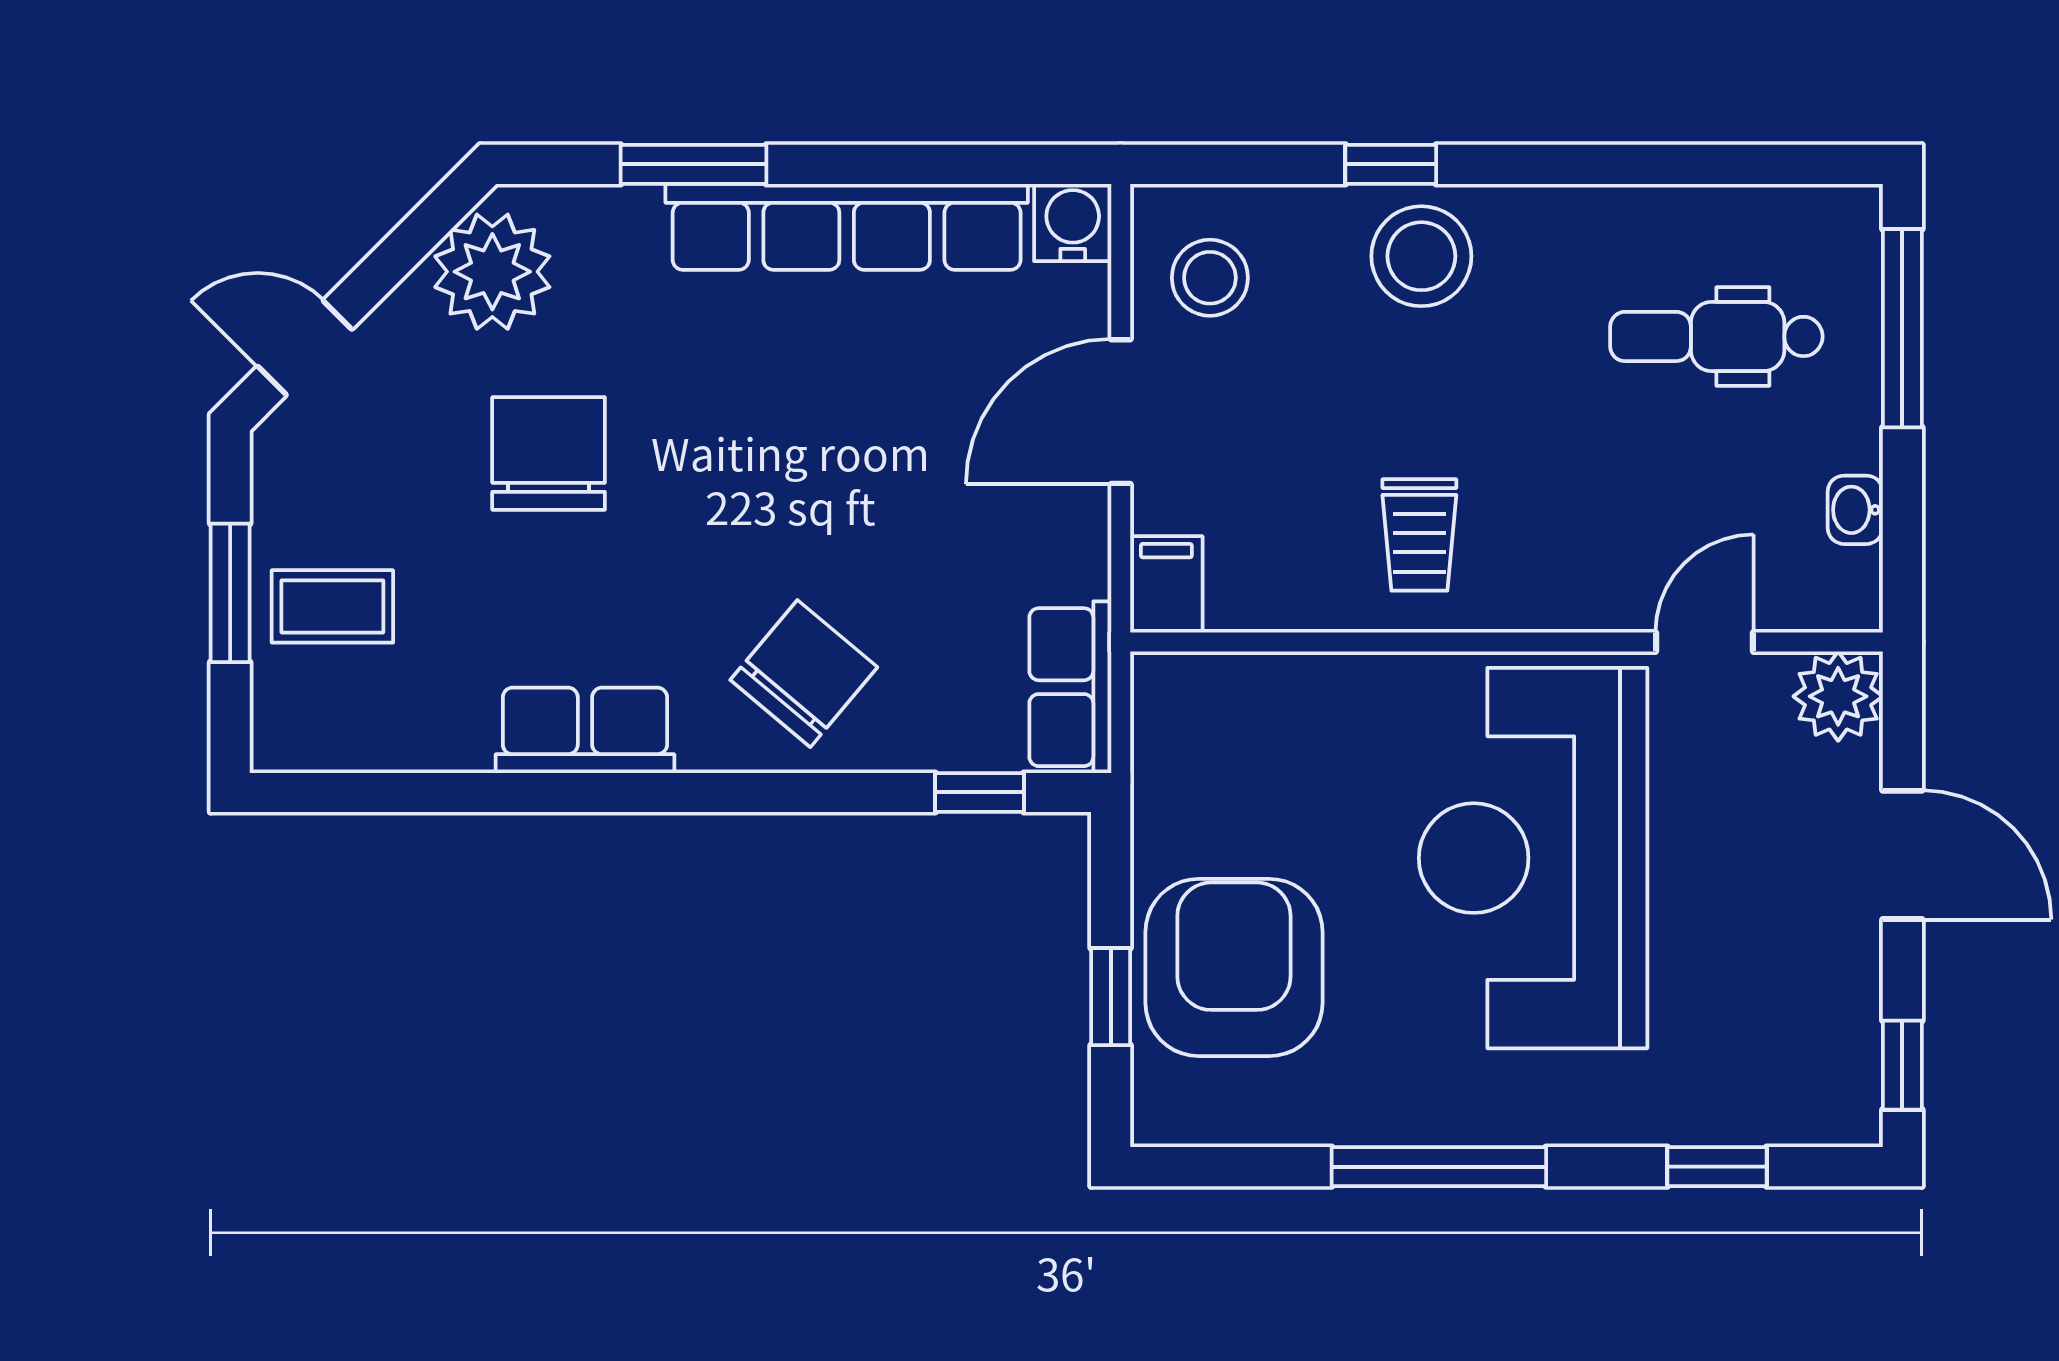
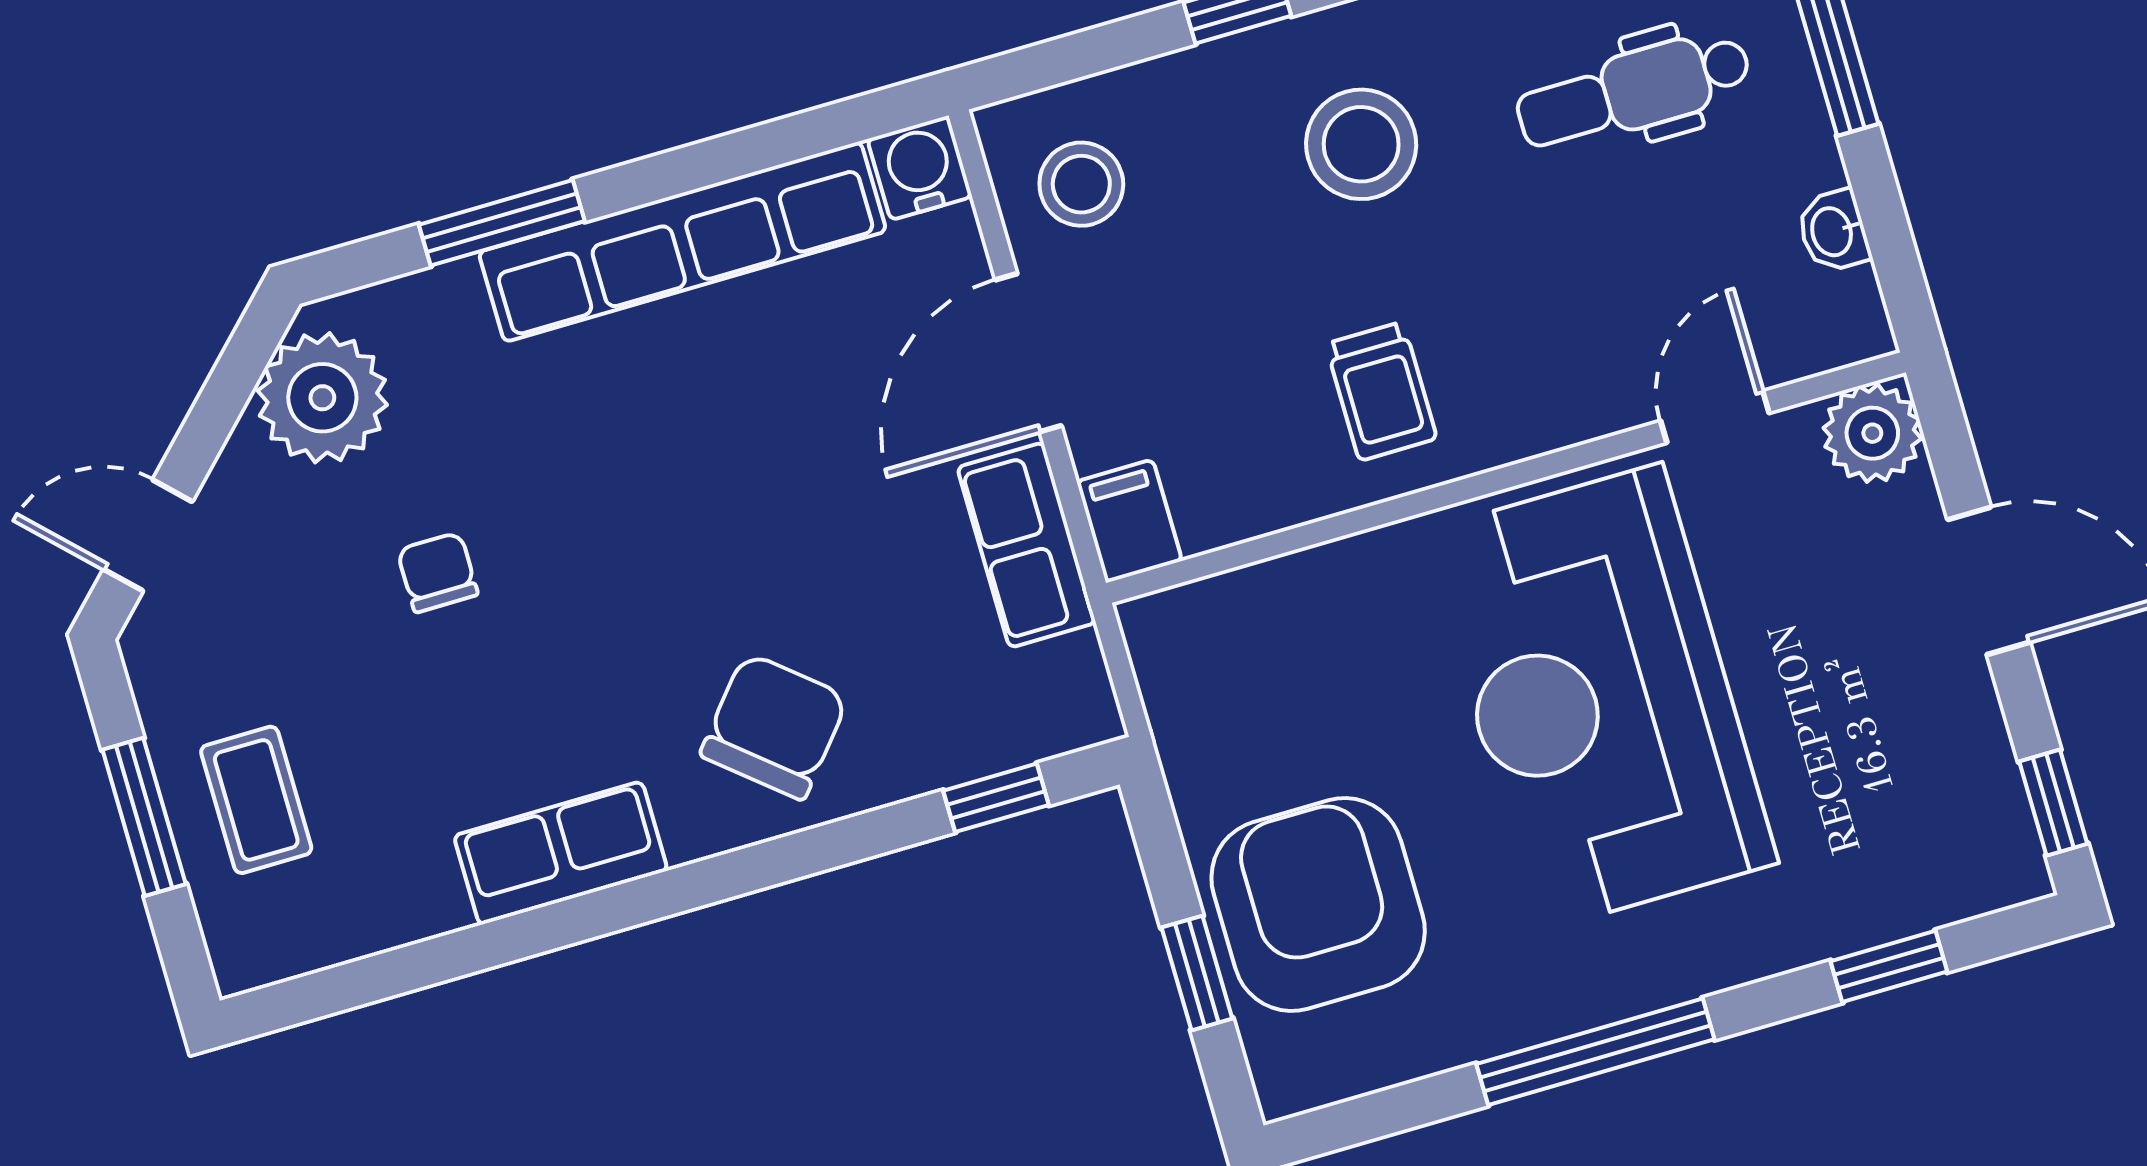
stool: (1421, 256) -> (1361, 144), moved
chair: (549, 454) -> (437, 572), width x0.54, depth x0.54
coffee table: (332, 606) -> (256, 800), turned 90
row of seats: (1070, 687) -> (1026, 545), moved

